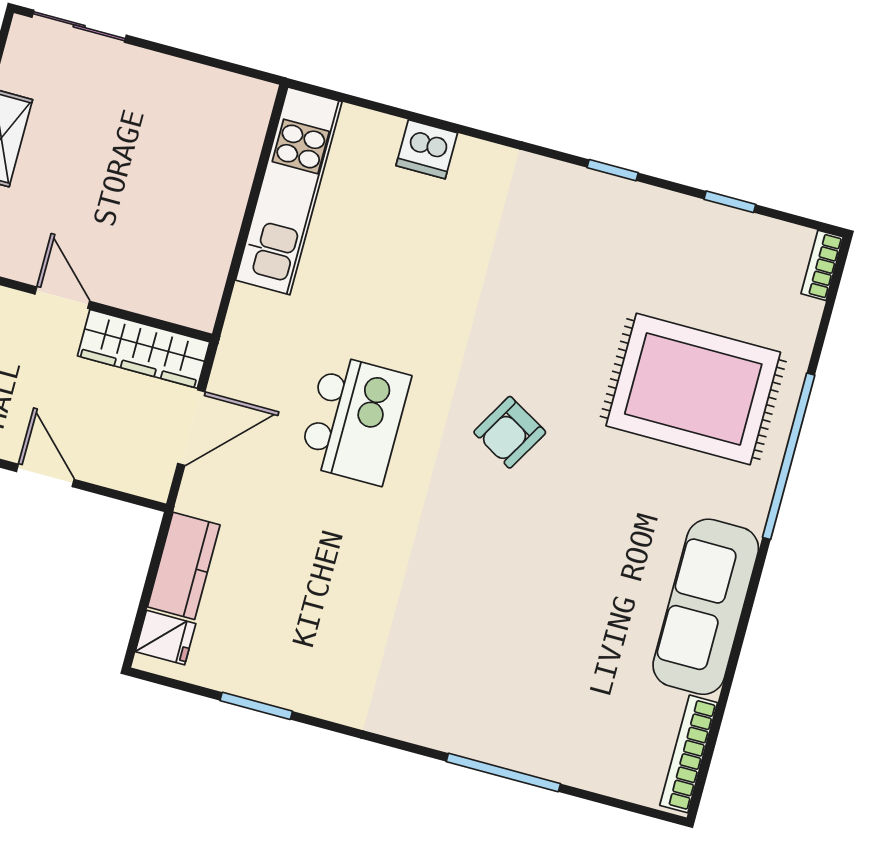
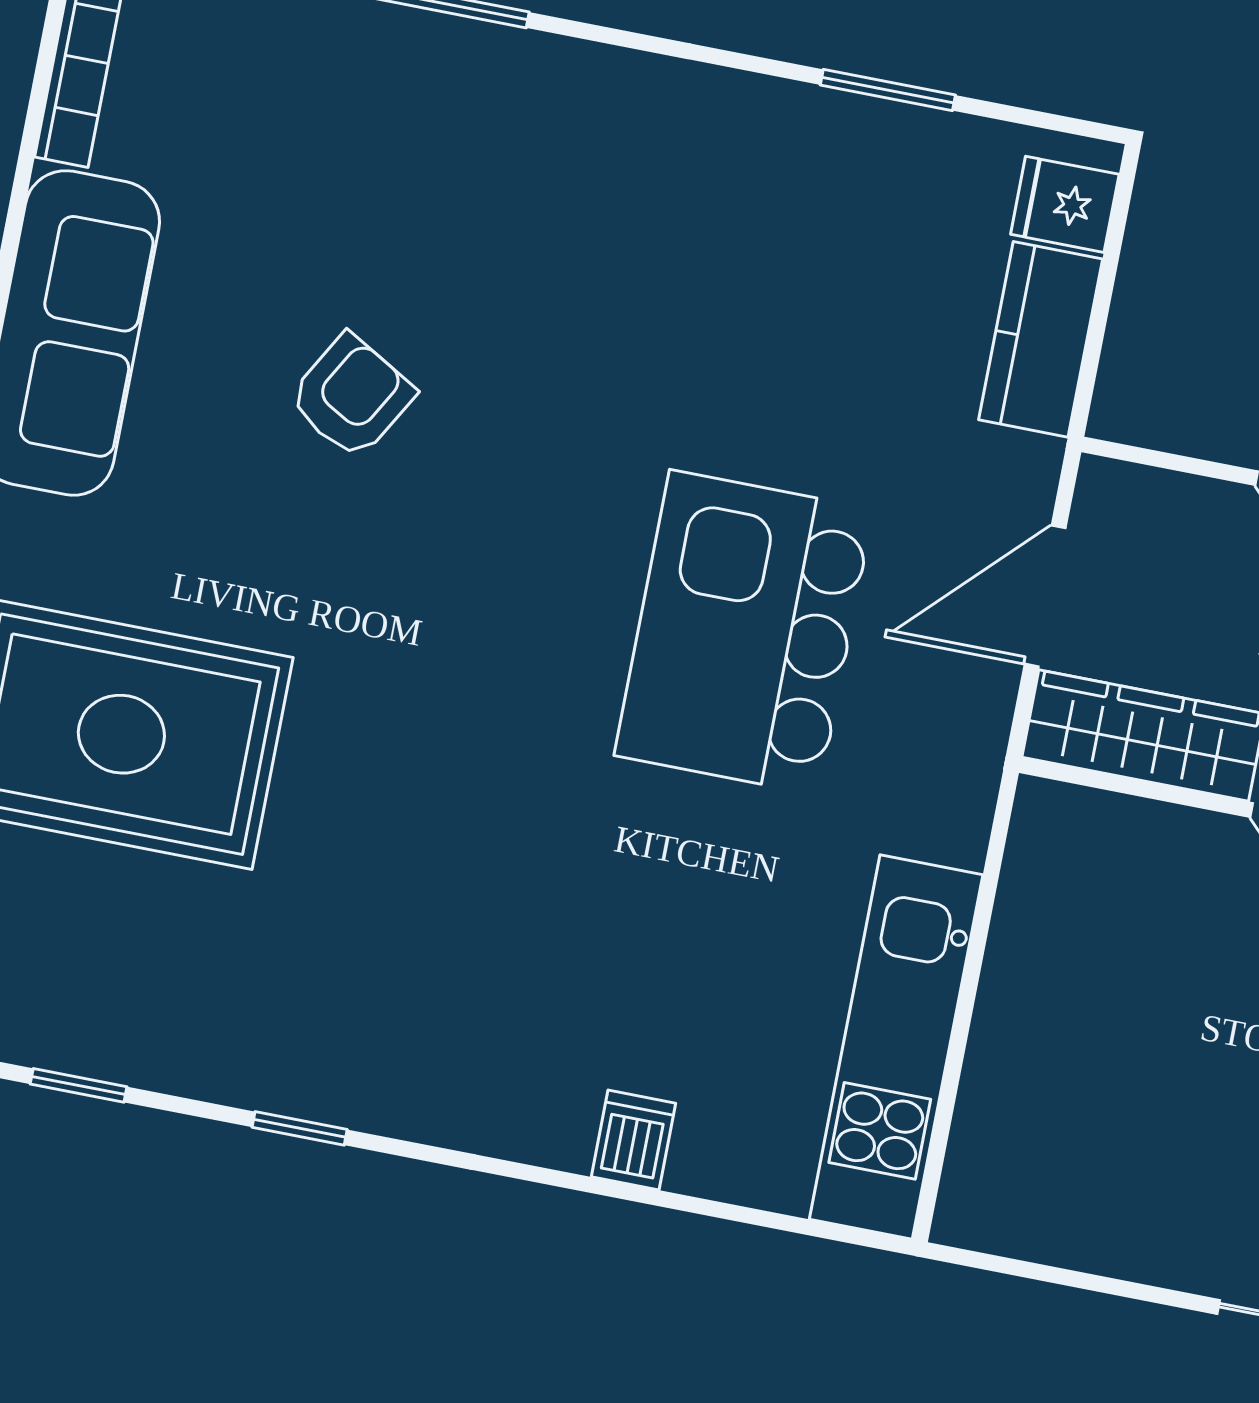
dishwasher: (427, 149) -> (633, 1140), width x0.73
kitchen island: (355, 420) -> (744, 632), width x1.37, depth x1.28
armchair: (510, 432) -> (351, 396), moved

